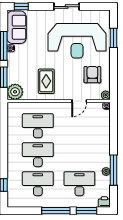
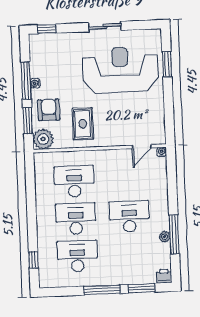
sofa: (17, 27) -> (42, 56), removed
reception desk: (77, 41) -> (120, 70), turned 180
armchair: (92, 75) -> (49, 110), moved
plant: (106, 95) -> (160, 139), removed
door: (79, 101) -> (142, 147), moved
desk: (79, 184) -> (129, 217), moved

